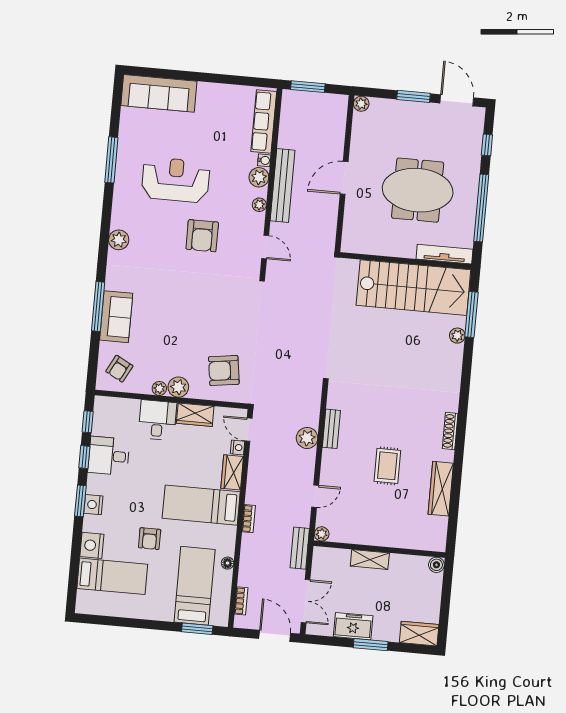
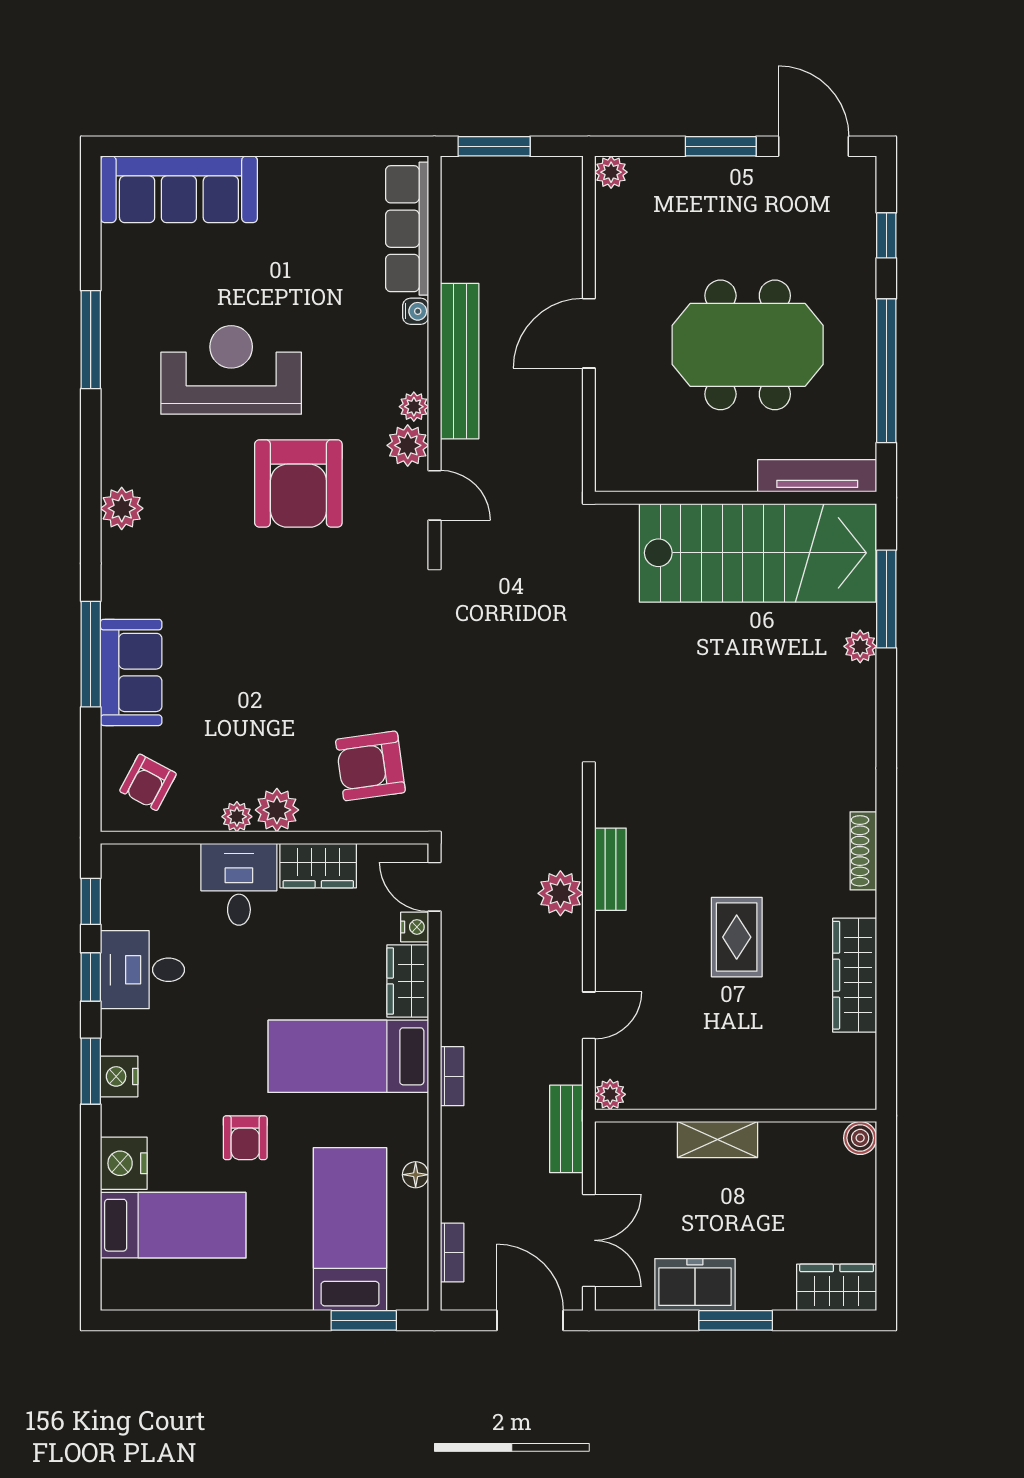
plant: (259, 177) -> (408, 445), moved
armchair: (202, 236) -> (298, 483), width x1.36, depth x1.36

